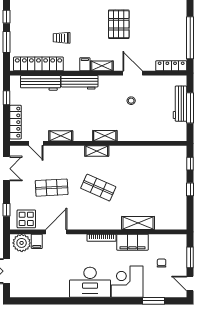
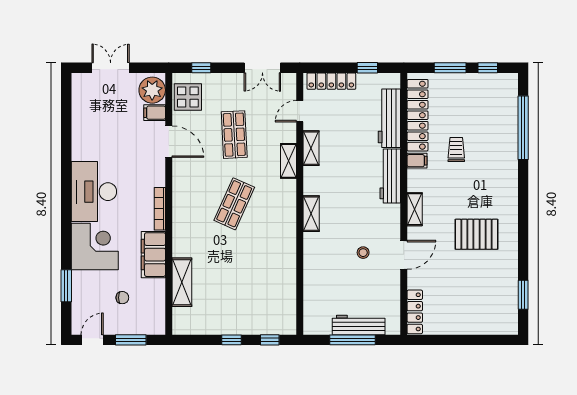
window: (190, 38) -> (456, 340), removed
filing cabinet: (85, 64) -> (417, 161), moved
shelving: (97, 151) -> (288, 161), moved
shelving: (138, 223) -> (182, 282), moved

